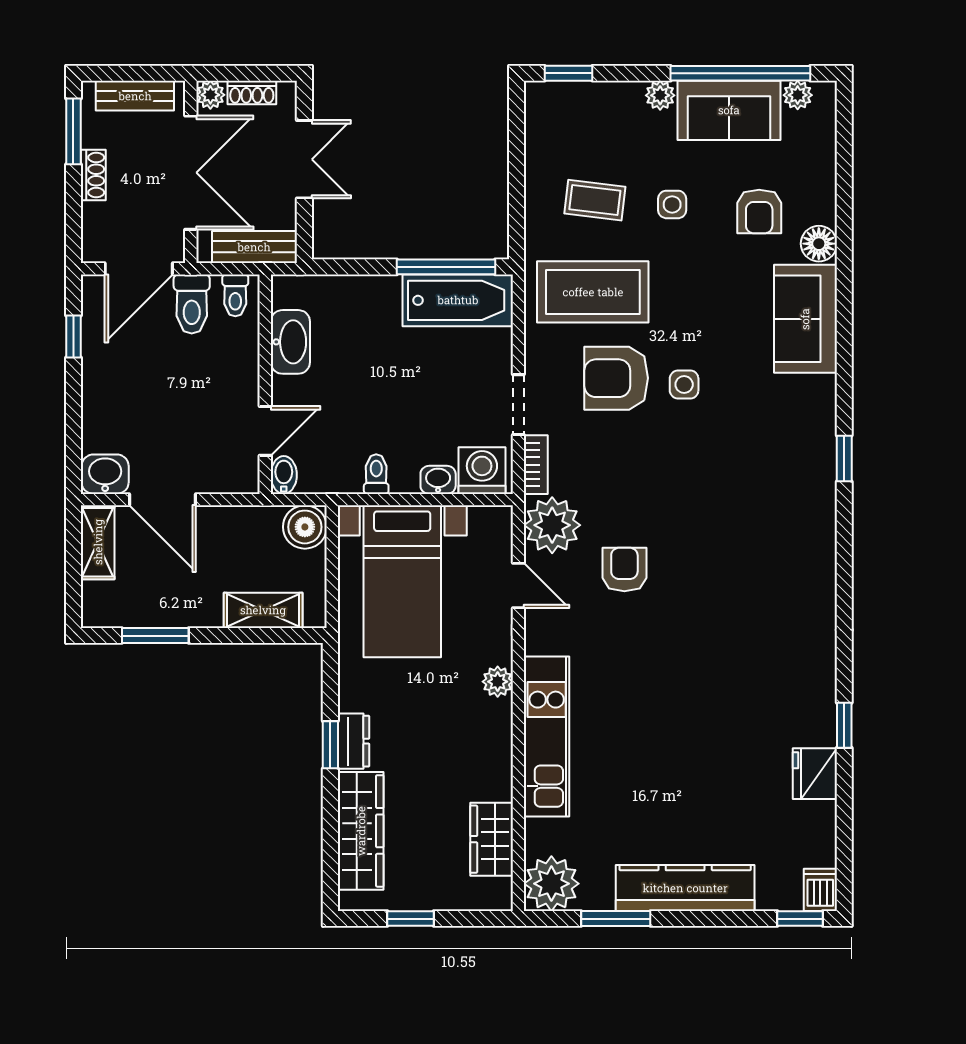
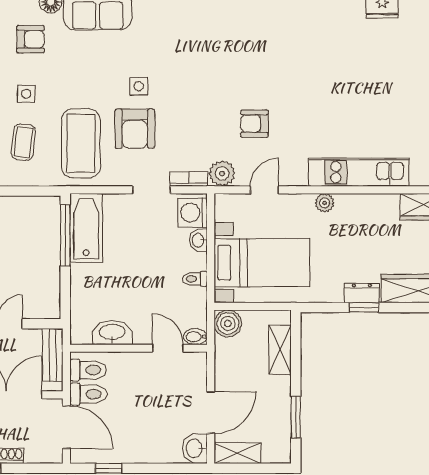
toilet: (235, 295) -> (88, 370), width x1.37, depth x1.39
plant: (552, 525) -> (222, 173), width x0.73, depth x0.73

